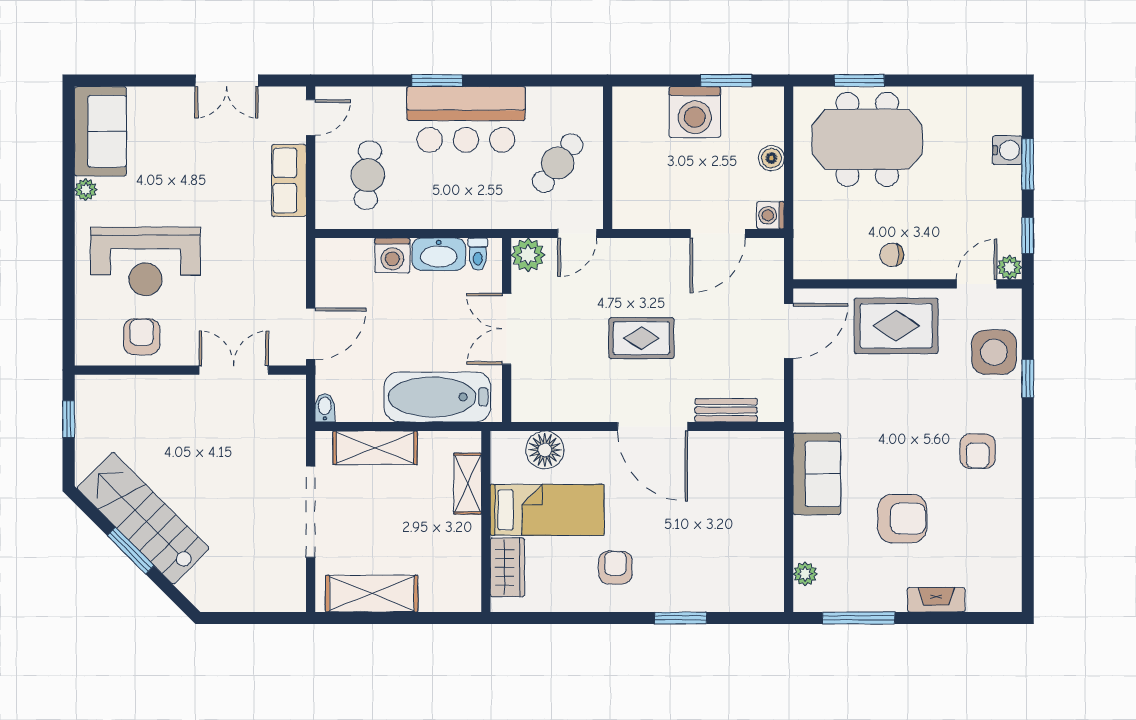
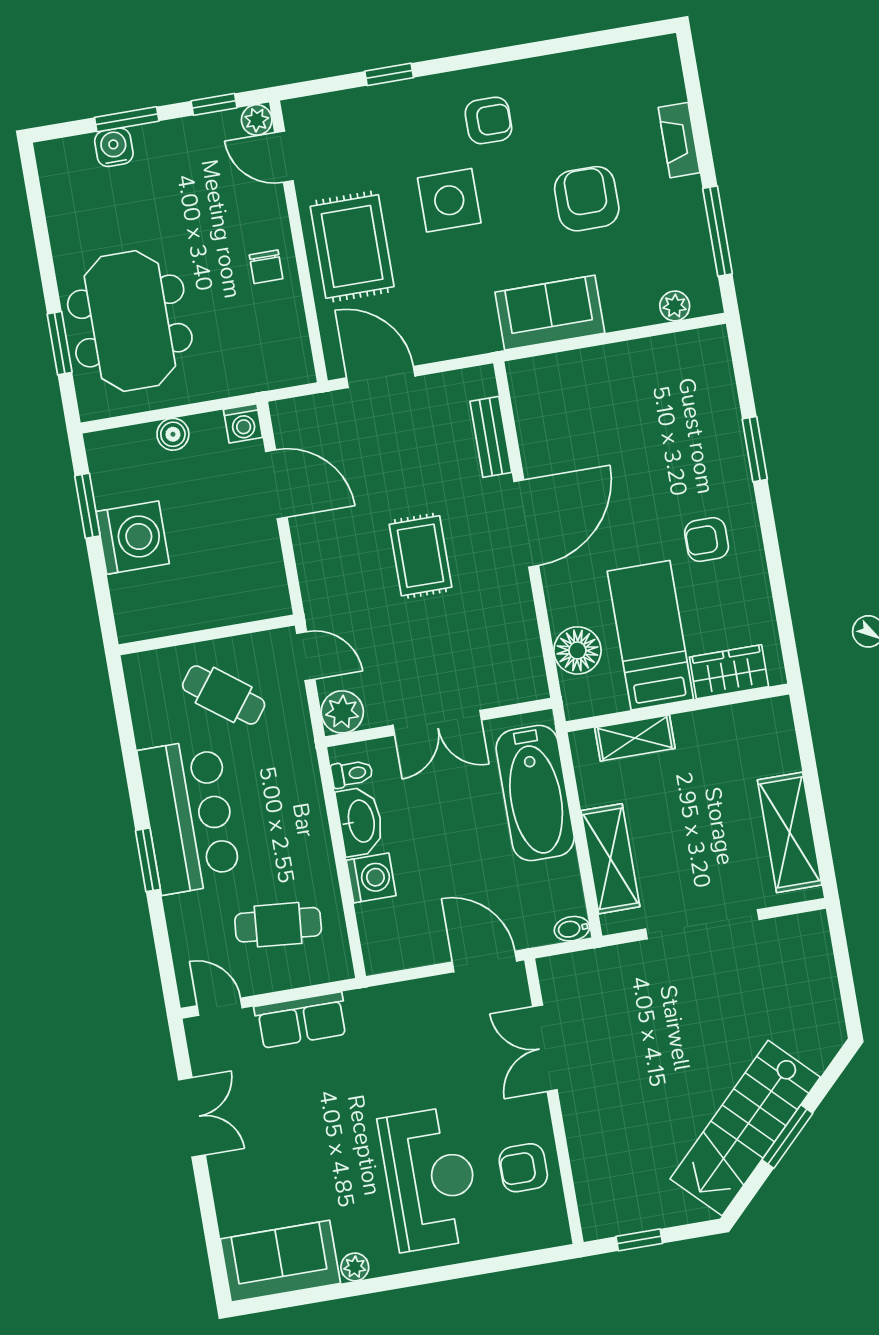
side table: (994, 352) -> (449, 200), moved

